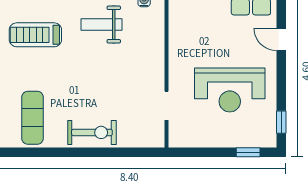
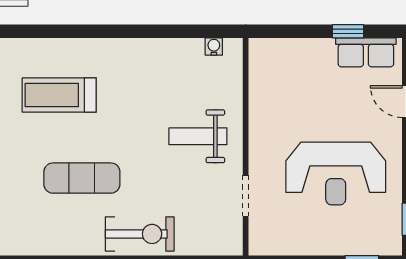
weight bench: (102, 25) -> (198, 136), moved
exercise mat: (33, 118) -> (82, 178), moved, turned 90

